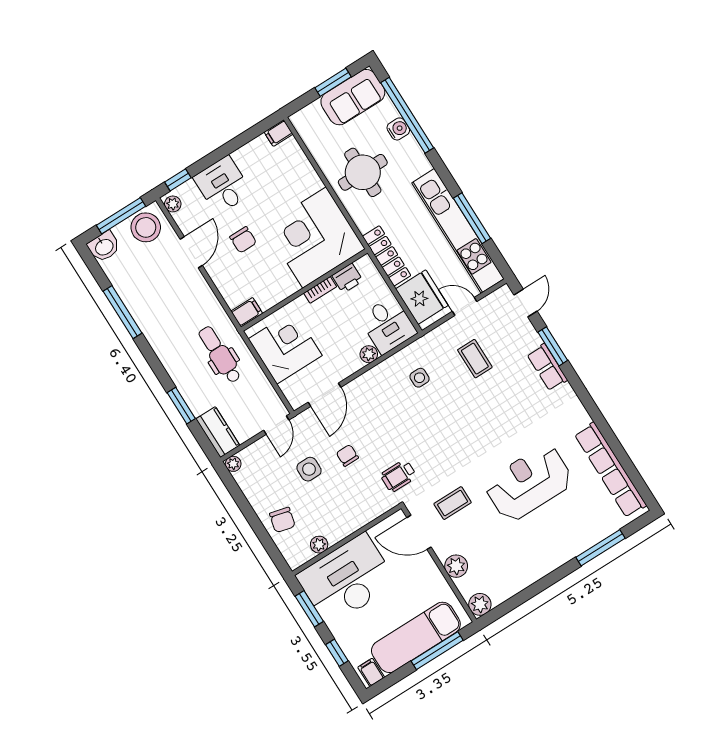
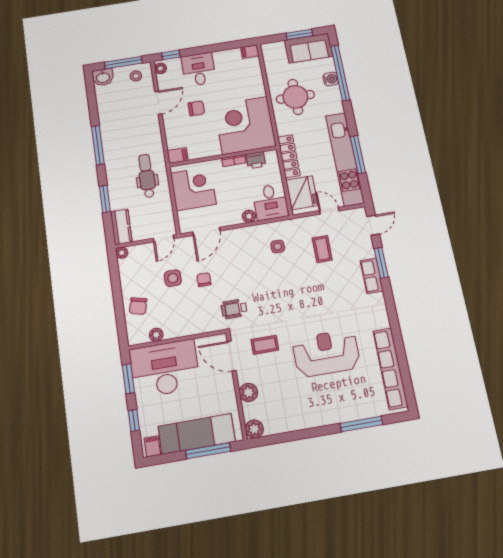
stool: (146, 227) -> (136, 76), width x0.53, depth x0.53
chair: (243, 240) -> (196, 108), turned -90
window: (122, 312) -> (98, 145), moved

